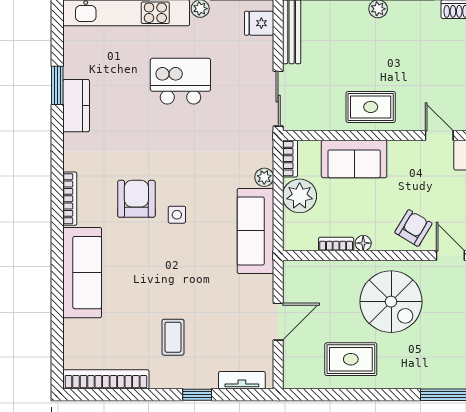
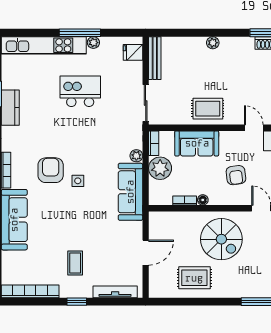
armchair: (413, 228) -> (236, 175), moved, turned 142
tv unit: (242, 380) -> (115, 292), width x1.41
window: (197, 395) -> (77, 302), moved

